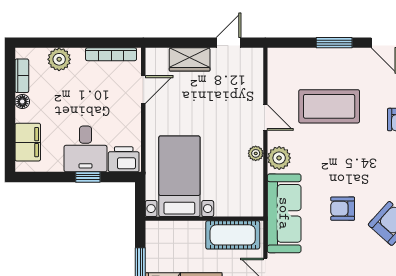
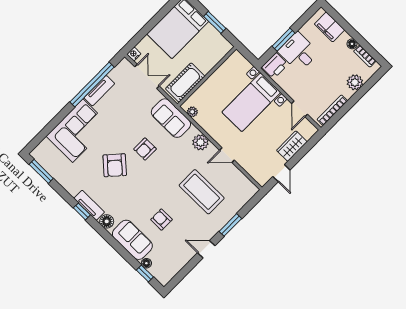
coffee table: (329, 106) -> (202, 192), turned 90
plant: (256, 153) -> (192, 112), moved
bed with nightstands: (179, 176) -> (251, 102), moved, turned 90
window: (88, 177) -> (283, 40), width x1.50
armchair: (343, 209) -> (145, 149), turned 180
sofa: (284, 213) -> (171, 118), width x0.73

